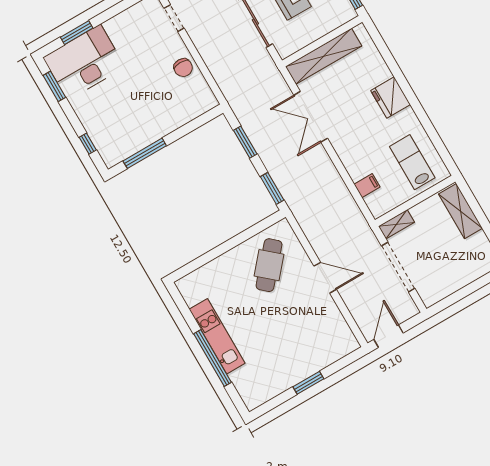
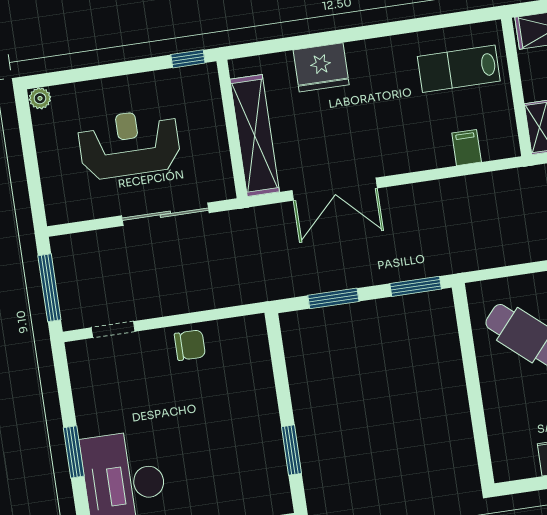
window: (77, 33) -> (74, 452), moved
fridge: (391, 97) -> (321, 67), moved
window: (145, 153) -> (291, 450), width x0.69

